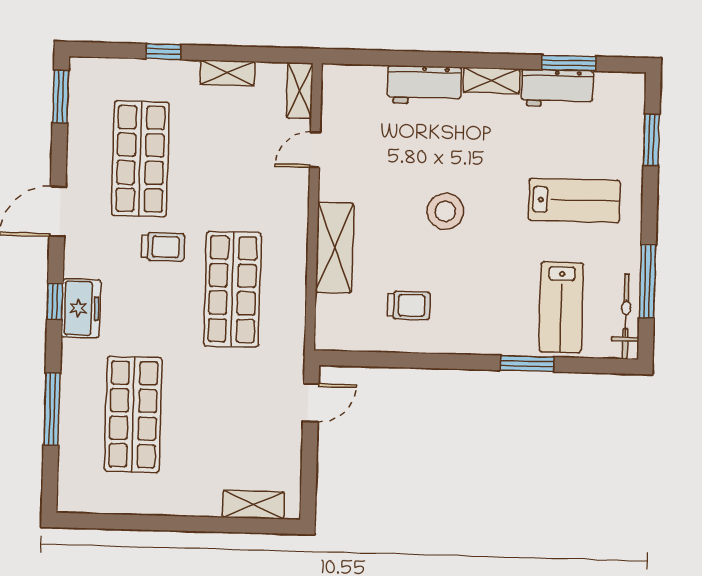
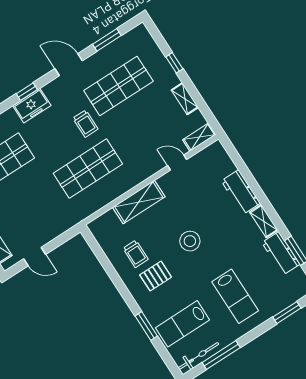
window: (61, 96) -> (107, 40), moved
pallet: (462, 298) -> (156, 276), added
door: (311, 403) -> (35, 257), moved

